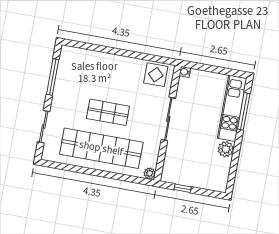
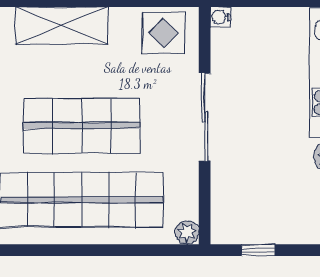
shelving: (107, 62) -> (62, 25), added
shop shelf: (108, 112) -> (82, 126), width x1.43, depth x1.36

